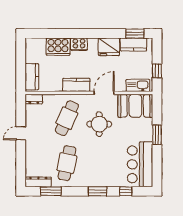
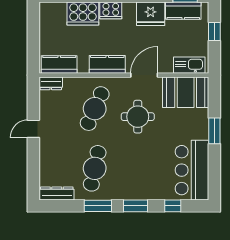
window: (157, 71) -> (214, 31), moved
kitchen counter: (32, 77) -> (59, 64), moved, turned -90
window: (51, 191) -> (98, 206), moved

